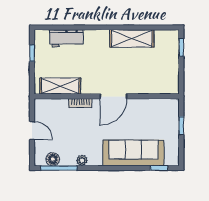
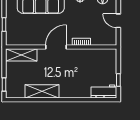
workbench: (66, 38) -> (104, 91), moved
shelving: (60, 86) -> (21, 55), moved

